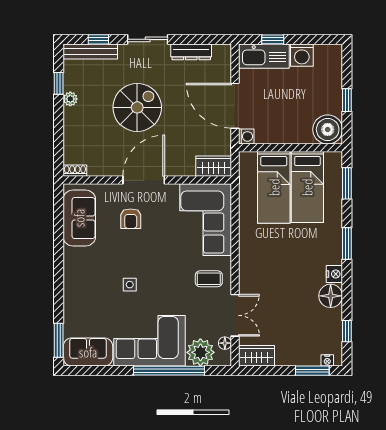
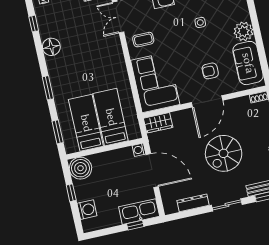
washing machine: (302, 55) -> (87, 210), moved, turned 90
armchair: (131, 219) -> (210, 71), turned -90
plant: (76, 260) -> (244, 31), added
nightstand: (334, 274) -> (52, 63), removed

